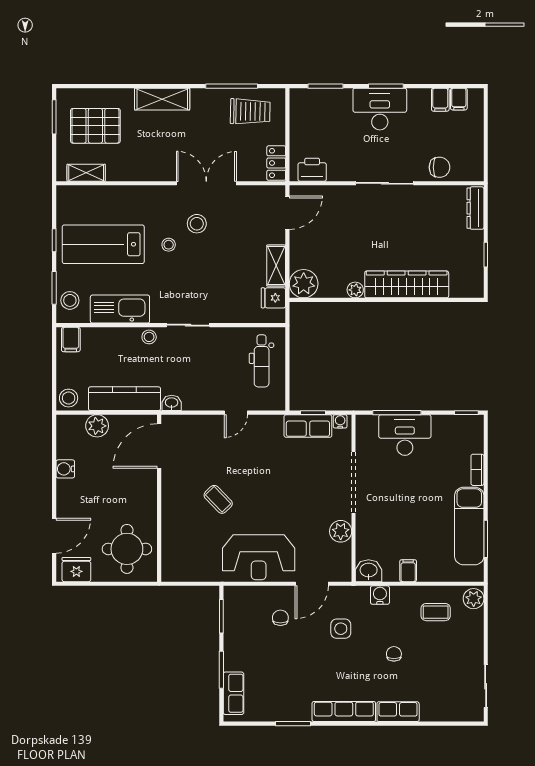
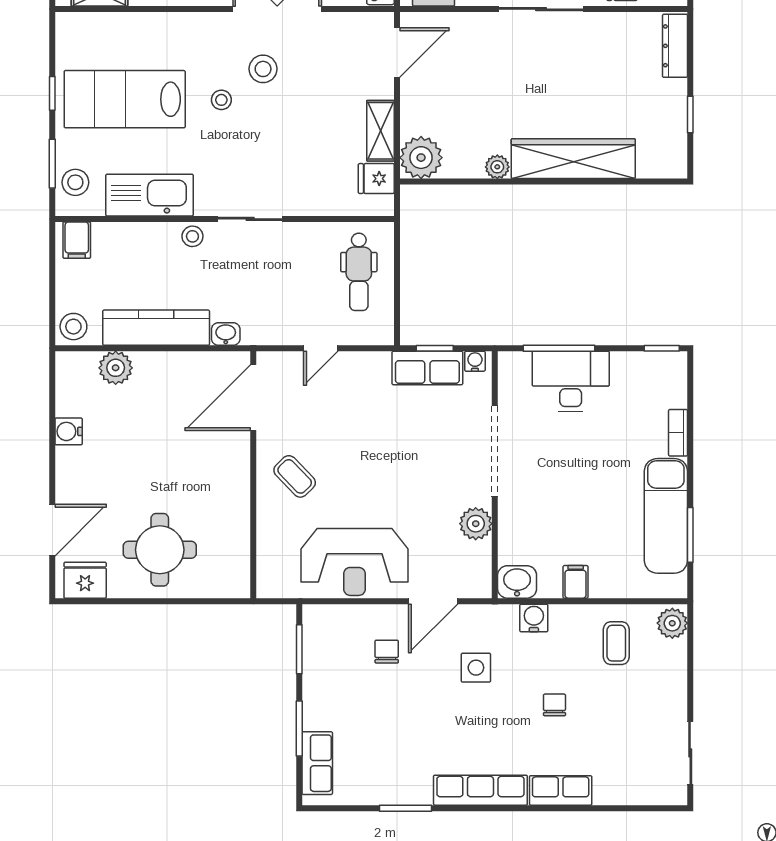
door: (159, 446) -> (253, 398), moved
wall: (159, 498) -> (253, 475), moved
coffee table: (436, 612) -> (616, 643), turned 90

